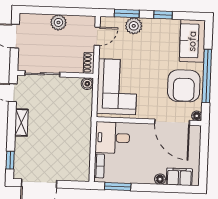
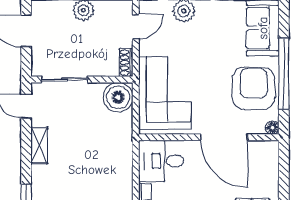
boiler: (87, 84) -> (118, 97), width x1.86, depth x1.86
armchair: (184, 86) -> (254, 88), turned 180
door: (172, 122) -> (224, 137), moved

